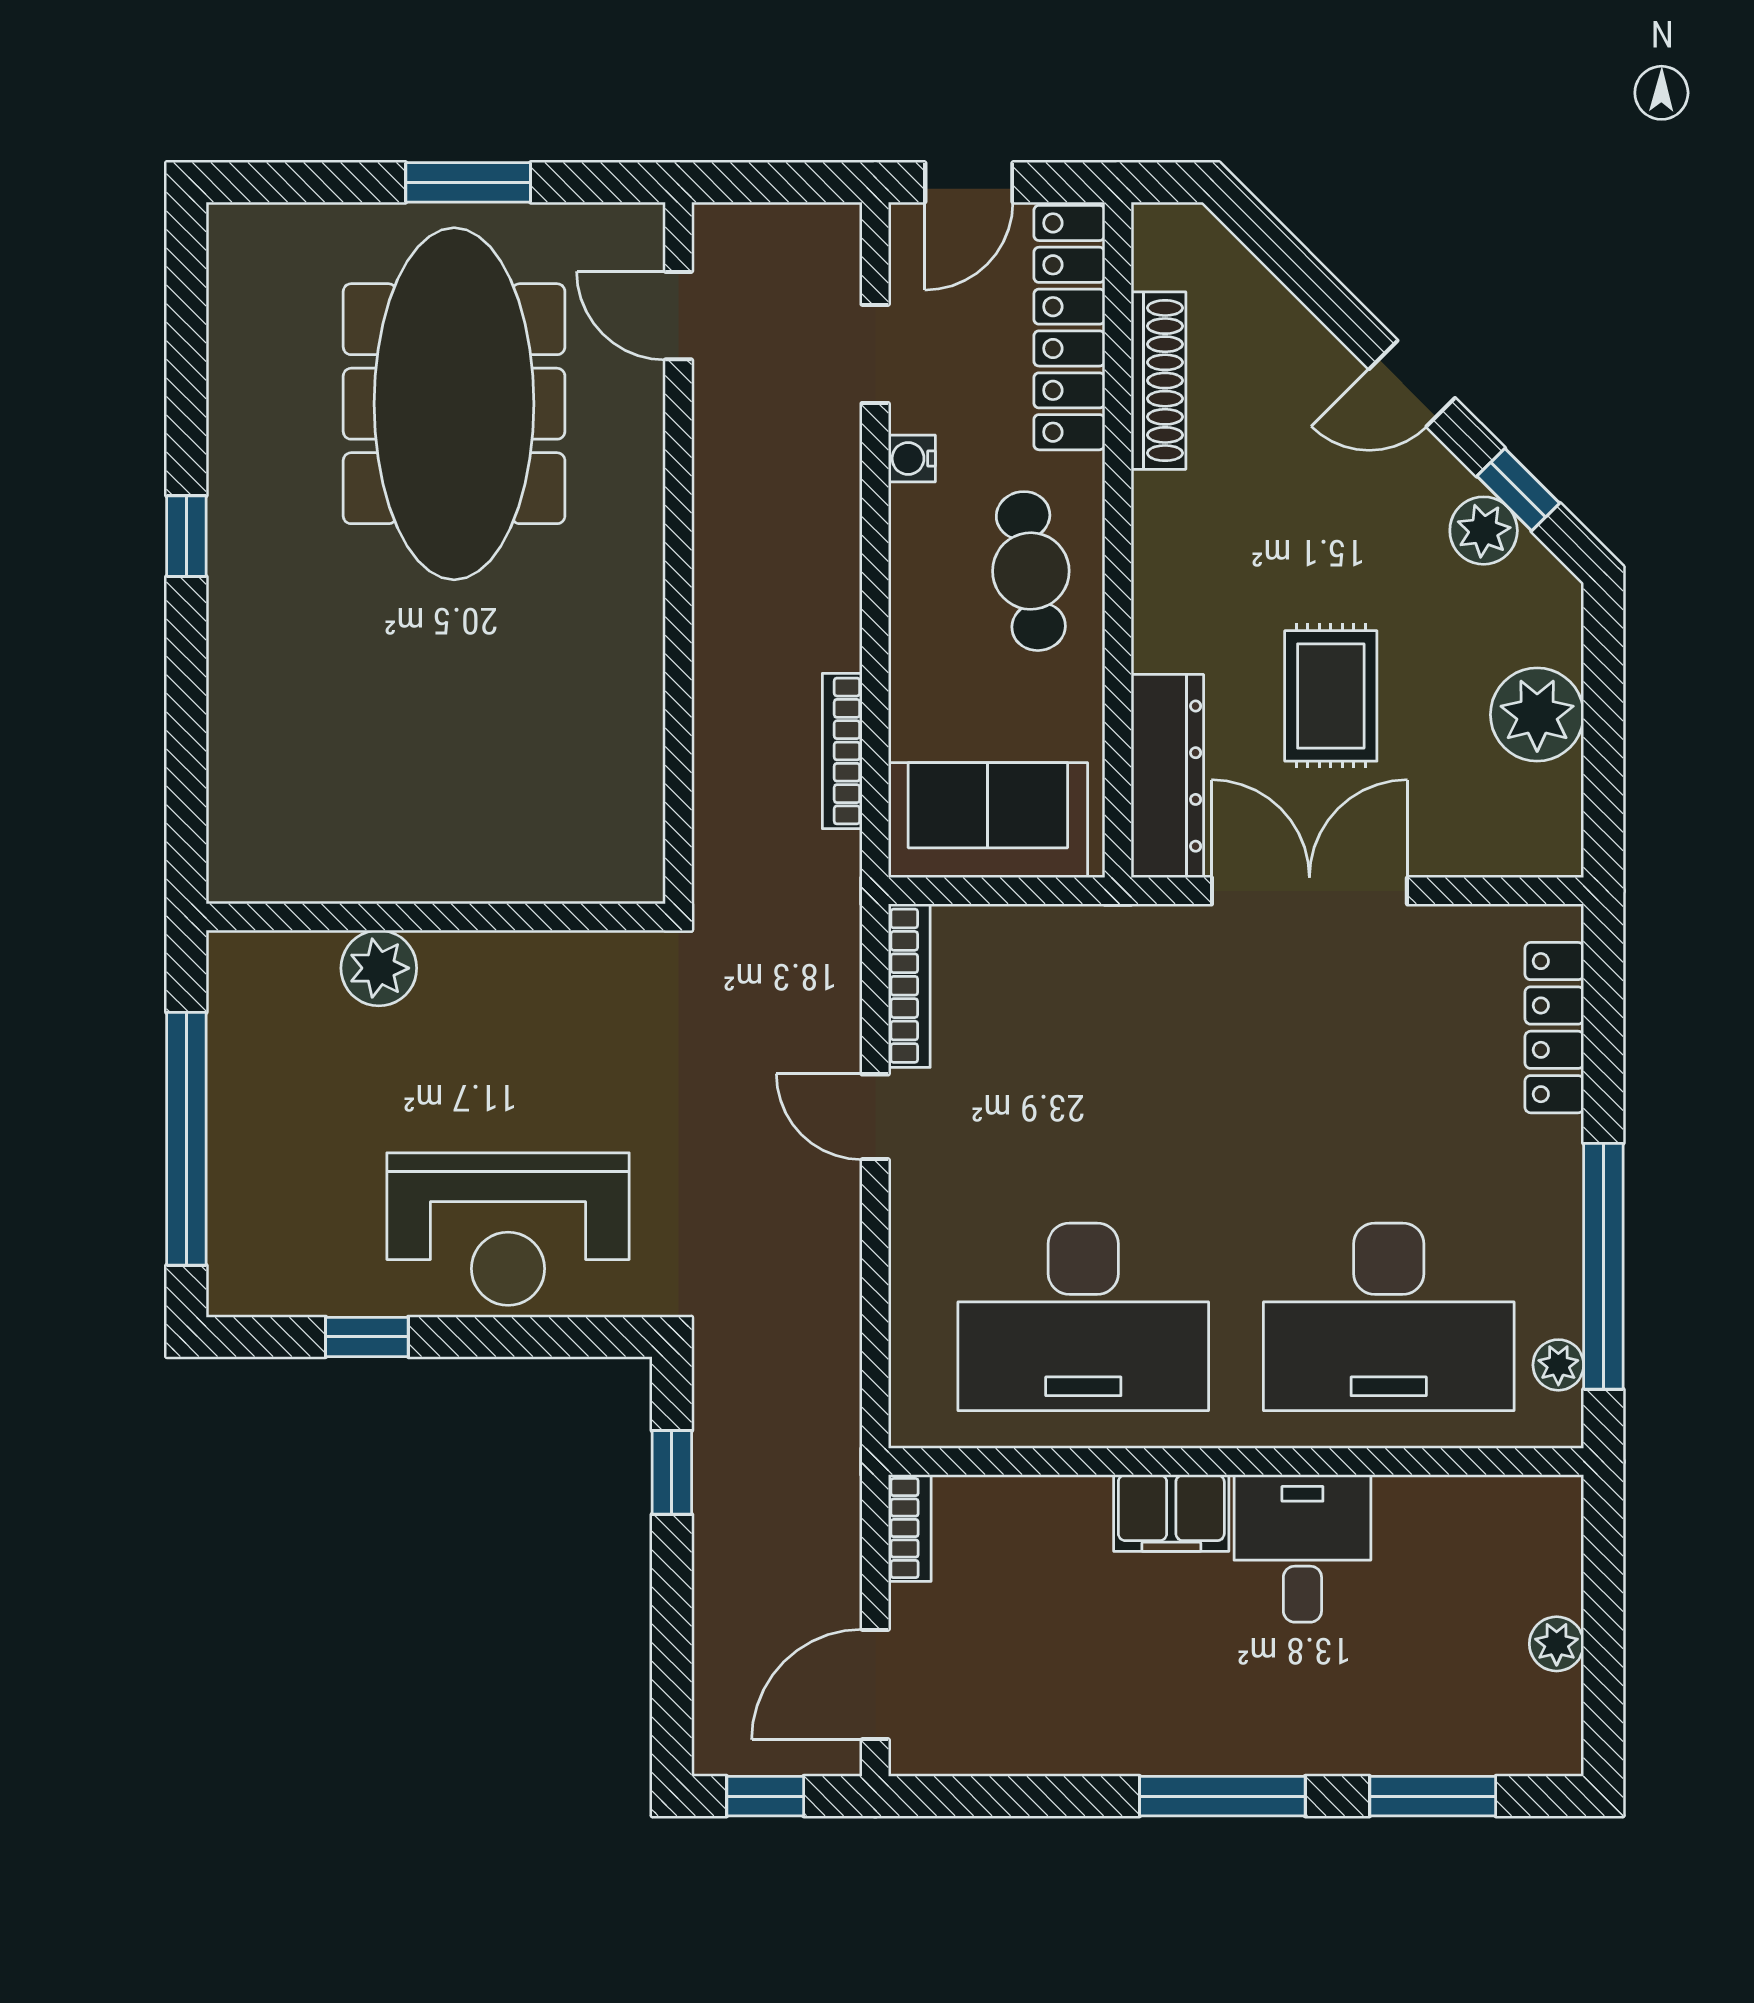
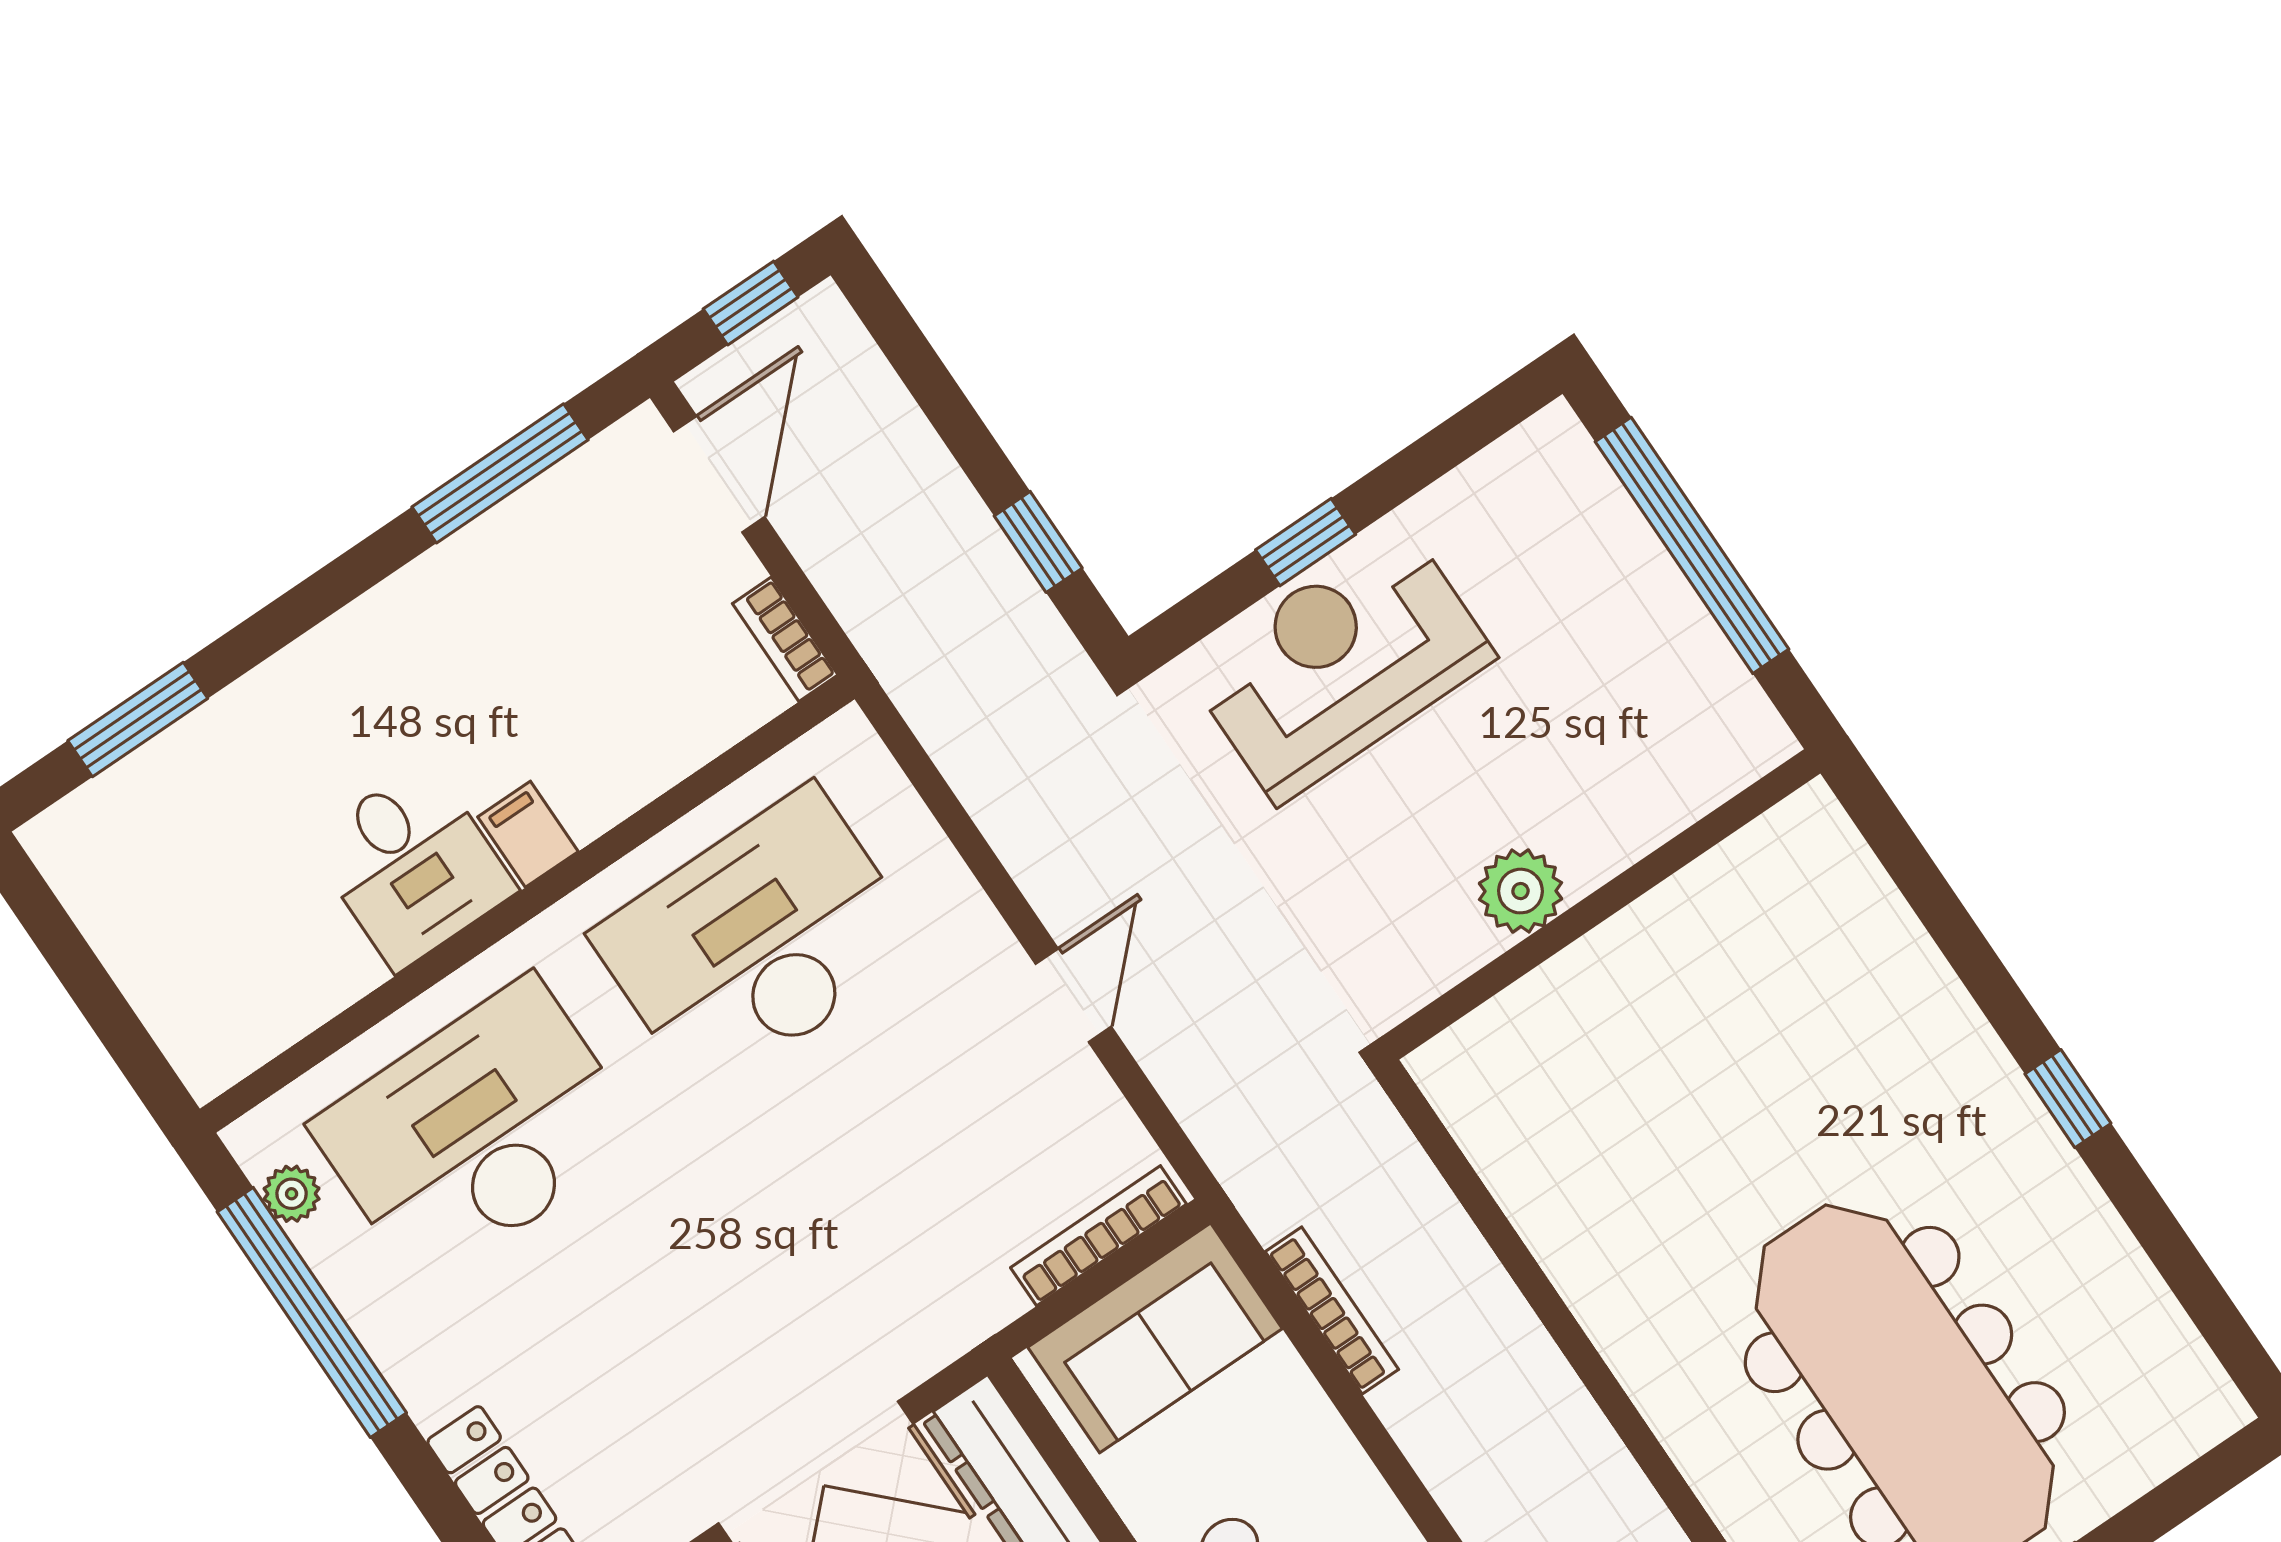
plant: (379, 968) -> (1520, 891), moved
bookcase: (909, 986) -> (1098, 1236), moved, turned 90
door: (875, 1117) -> (1073, 995), hinge flipped
window: (367, 1337) -> (1306, 542), moved
filing cabinet: (1171, 1513) -> (528, 834), width x0.50
plant: (1557, 1644) -> (119, 937), removed
window: (1222, 1796) -> (500, 473), moved

